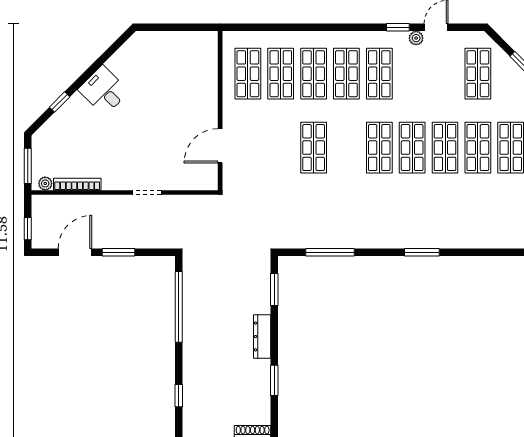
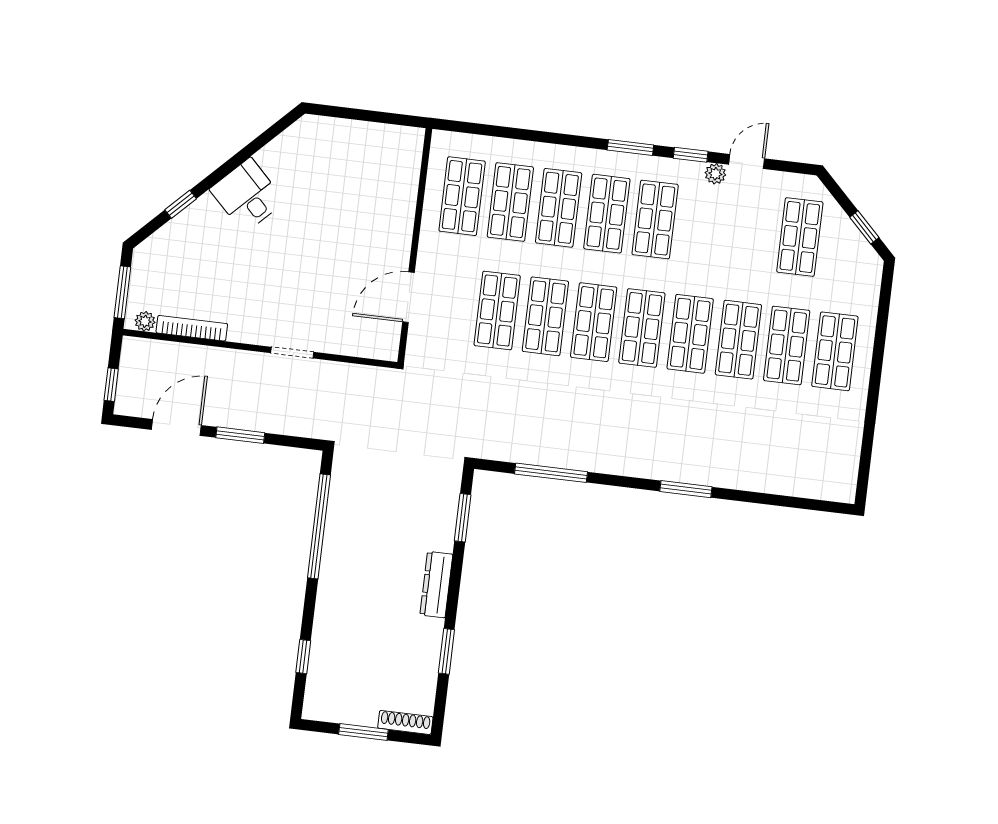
window: (357, 27) -> (630, 147), added
shop shelf: (281, 148) -> (497, 310), added
shop shelf: (346, 148) -> (594, 322), added

